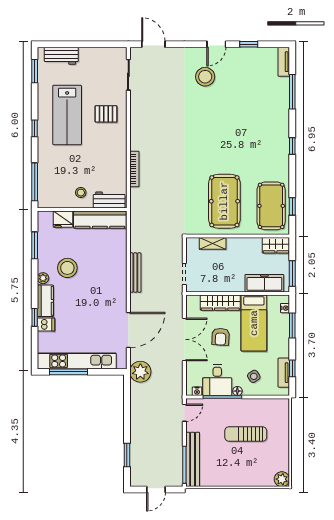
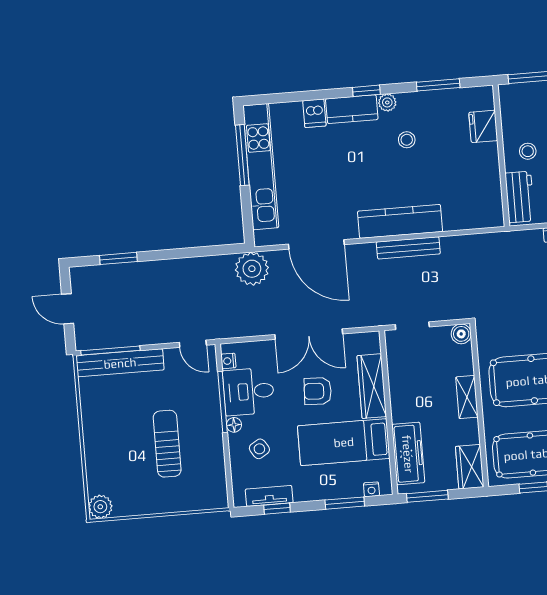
kitchen counter: (100, 220) -> (400, 221), moved, turned 90
shelving: (213, 243) -> (467, 397), moved
boiler: (192, 244) -> (461, 334), added
stool: (67, 268) -> (407, 140), width x0.53, depth x0.53
window: (35, 317) -> (366, 91), moved

